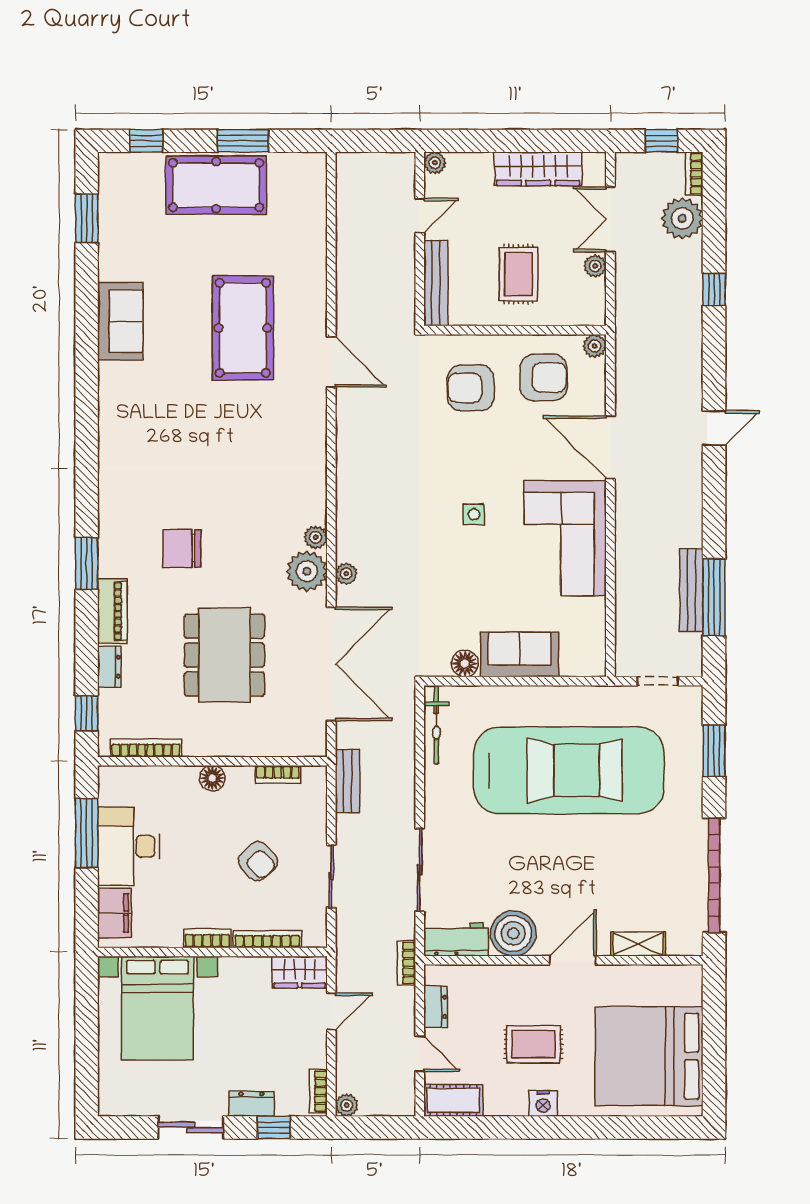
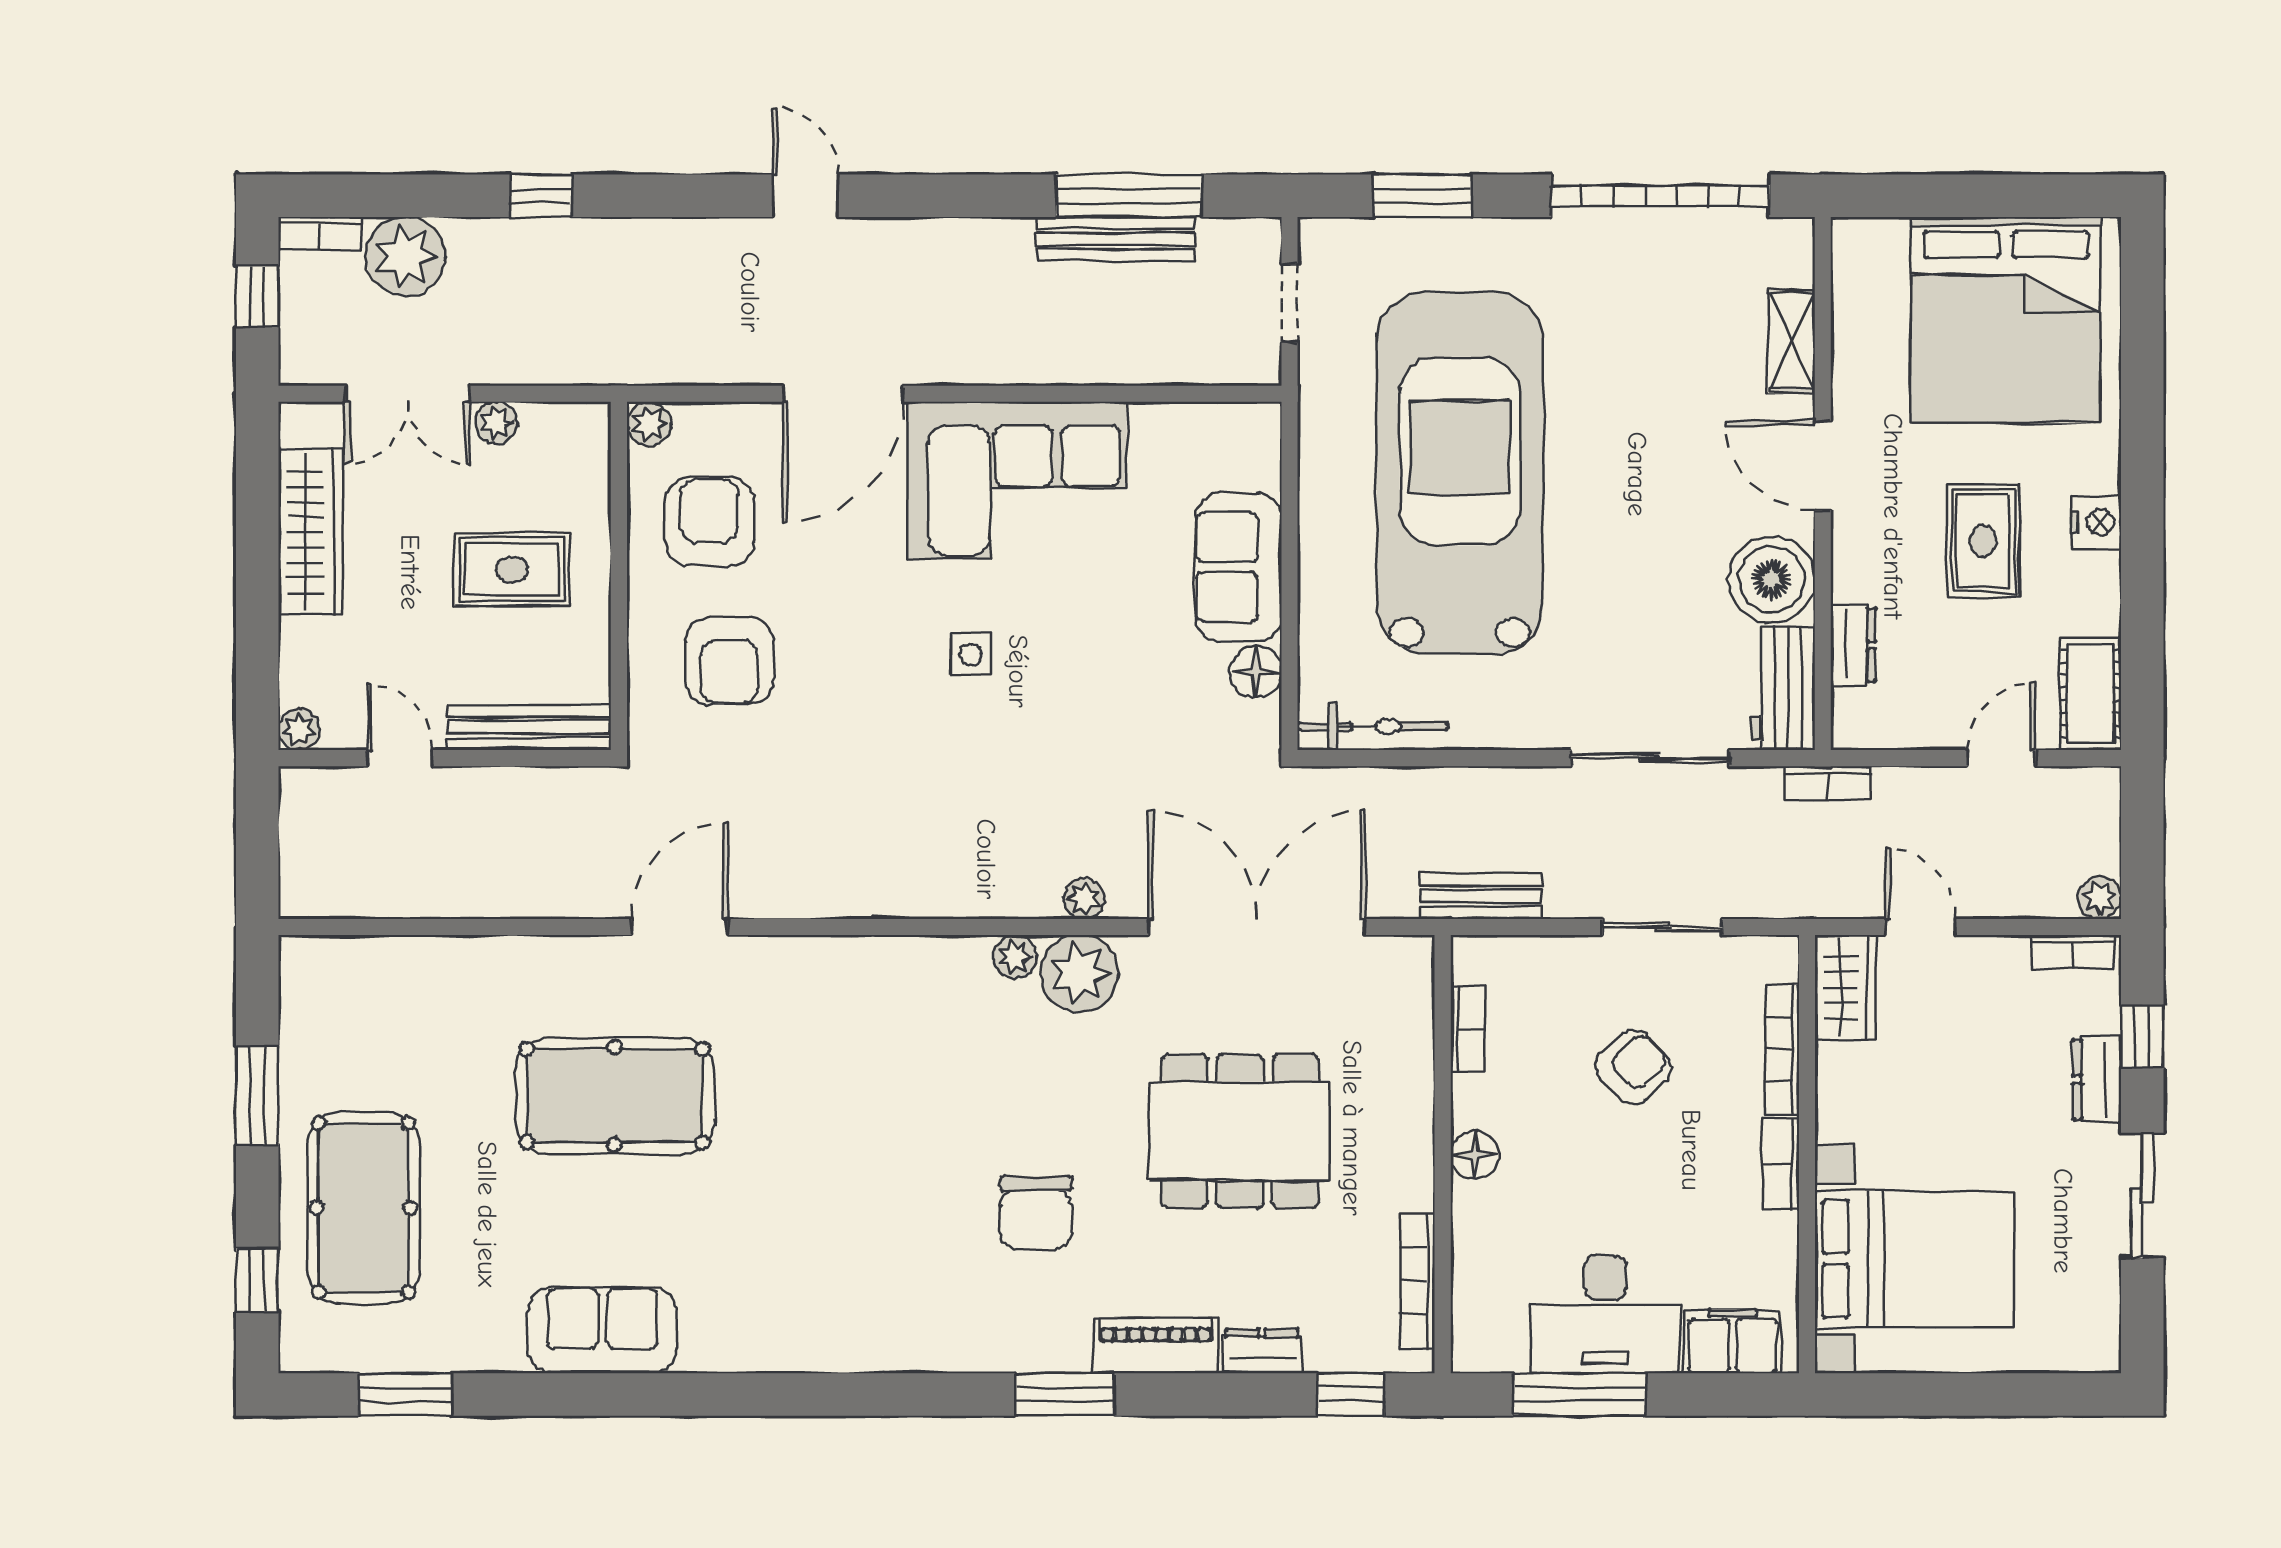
pool table: (216, 185) -> (363, 1208), moved
dresser: (436, 1007) -> (1853, 645), moved, turned 90

